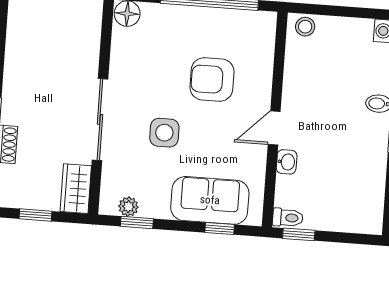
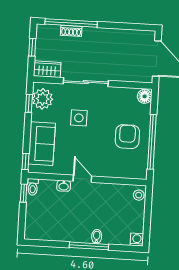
armchair: (212, 79) -> (127, 137), moved
plant: (128, 207) -> (43, 99), width x1.88, depth x1.88
window: (220, 229) -> (25, 162), moved

